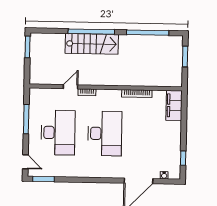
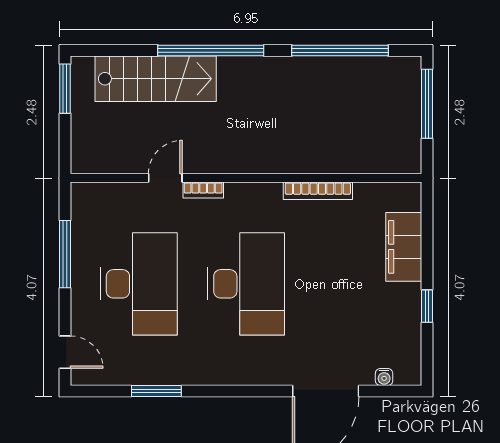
stairs: (92, 44) -> (156, 79), moved
window: (185, 57) -> (427, 104), width x1.44
filing cabinet: (174, 105) -> (404, 247), moved
window: (183, 158) -> (427, 306), moved
window: (43, 179) -> (156, 391), moved

